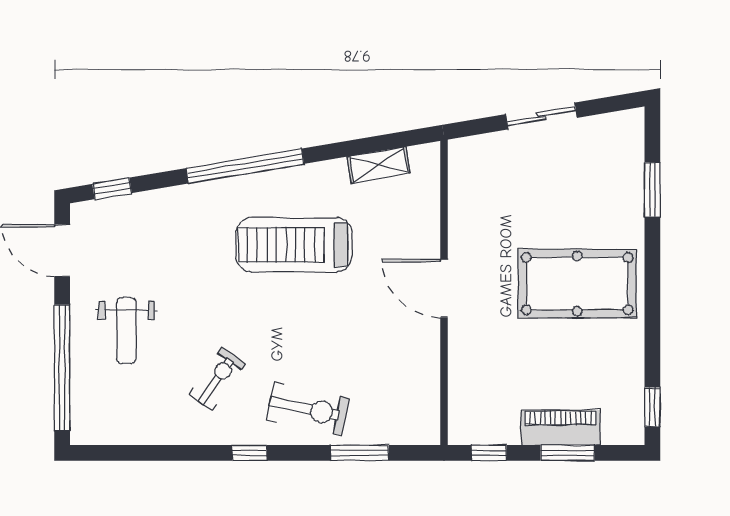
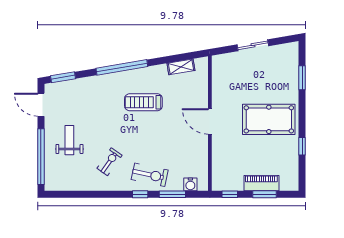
window: (112, 188) -> (63, 77), width x1.50
treadmill: (294, 245) -> (143, 102), width x0.73, depth x0.73
weight bench: (127, 331) -> (69, 140), turned 180
window: (652, 407) -> (302, 146), moved
water cooler: (400, 431) -> (190, 184), added
window: (249, 453) -> (140, 194), moved

